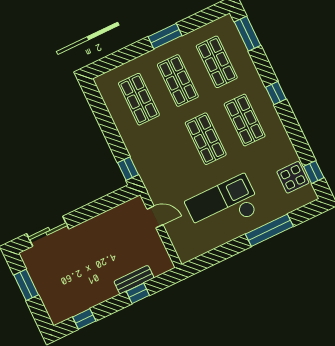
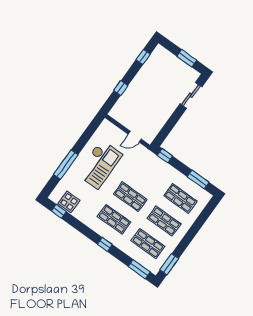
window: (165, 36) -> (169, 264), moved
window: (101, 112) -> (198, 180), added
bench: (134, 280) -> (127, 95), removed

